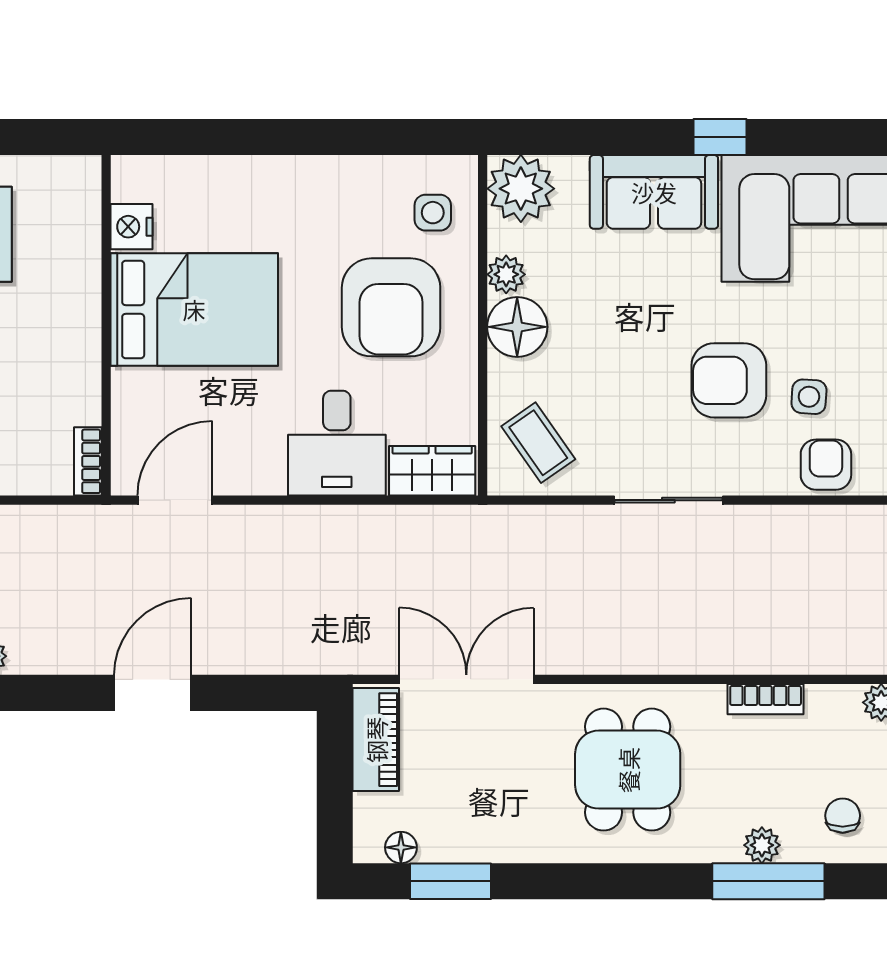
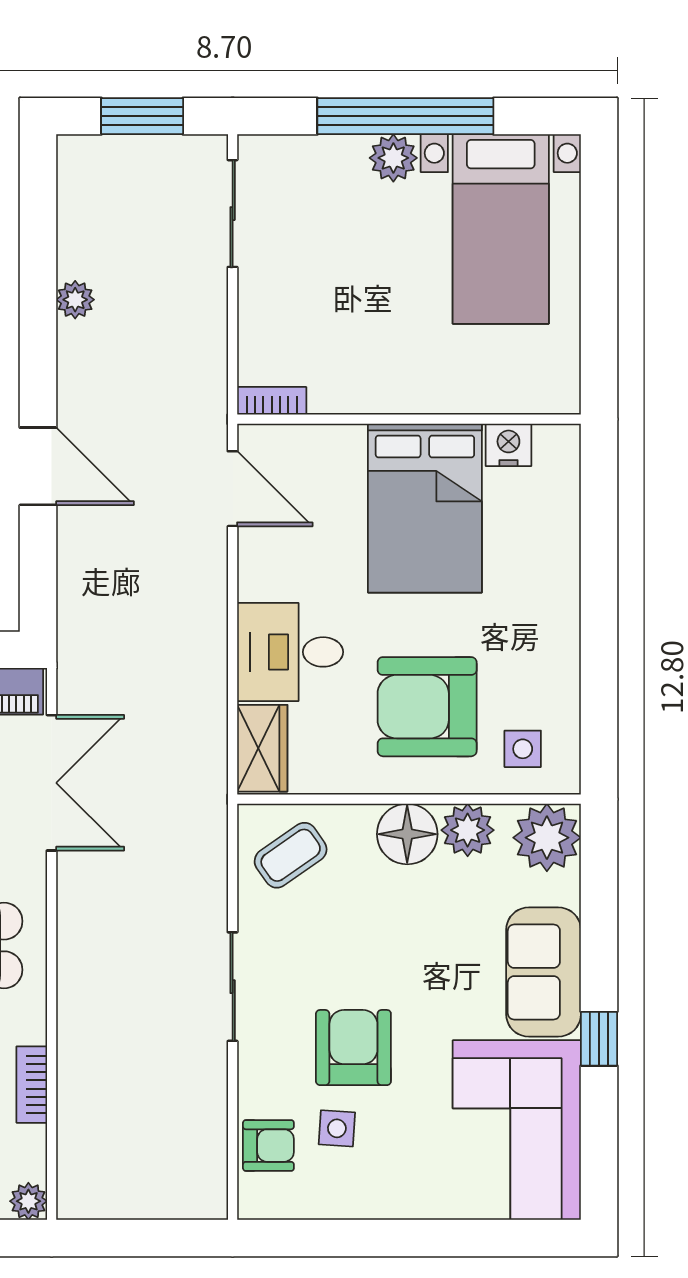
plant: (506, 274) -> (468, 830), width x1.38, depth x1.38

